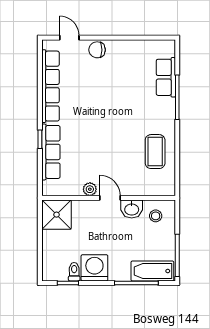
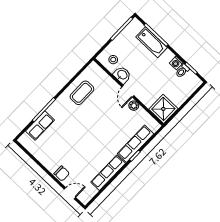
door: (69, 38) -> (70, 193), swing flipped
row of seats: (50, 86) -> (108, 173), width x0.73
washing machine: (94, 268) -> (176, 63), width x0.53, depth x0.53
bathtub: (152, 271) -> (152, 42), moved

